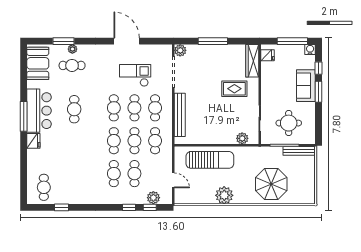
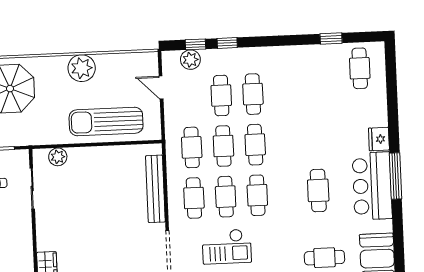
rug: (234, 89) -> (73, 233), removed

